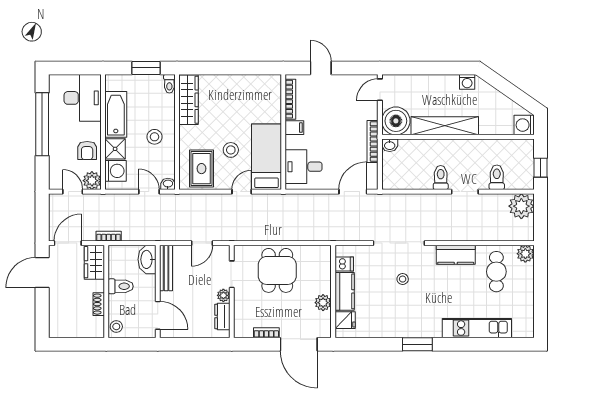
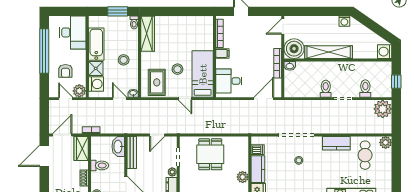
armchair: (87, 151) -> (65, 71), moved
door: (242, 192) -> (185, 99), swing flipped

